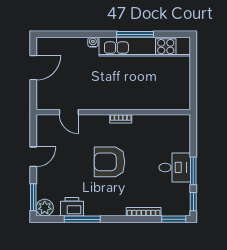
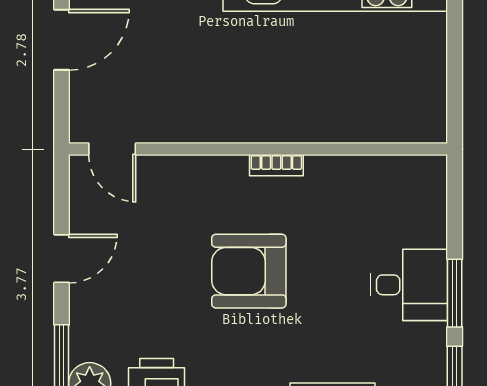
door: (69, 112) -> (112, 149), moved

